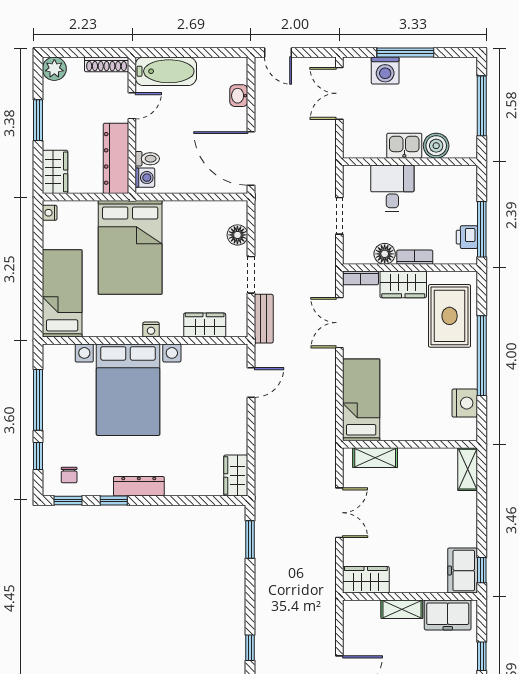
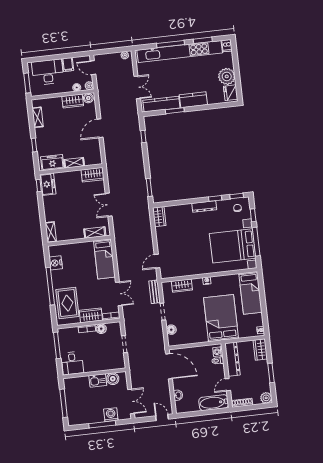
boiler: (436, 146) -> (113, 379), moved
desk: (392, 188) -> (72, 363), moved
printer: (467, 237) -> (64, 341), removed
bed with nightstands: (128, 390) -> (233, 246), moved, turned -90

